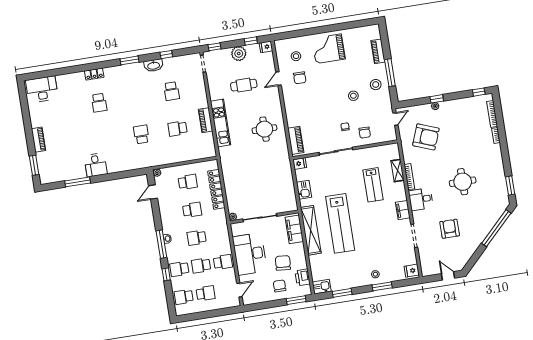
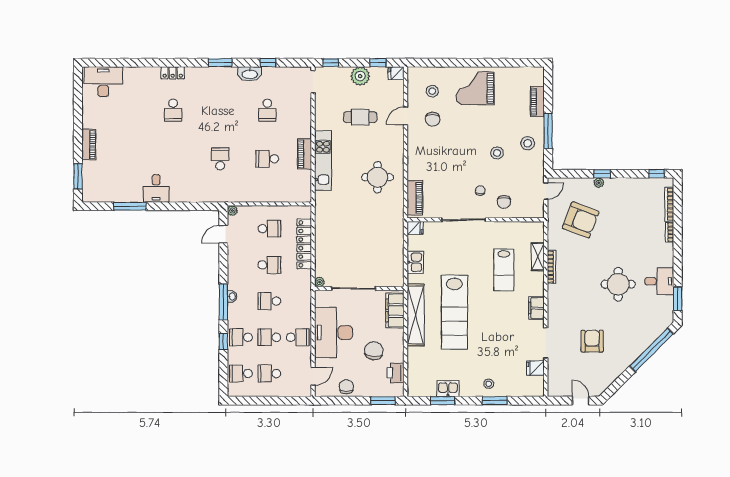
desk: (421, 199) -> (659, 281), moved, turned 180
fridge: (412, 271) -> (535, 368), moved
chair: (280, 286) -> (346, 387), moved
kitchen sink: (322, 287) -> (448, 389), moved
school desk: (206, 293) -> (269, 374), turned 180

